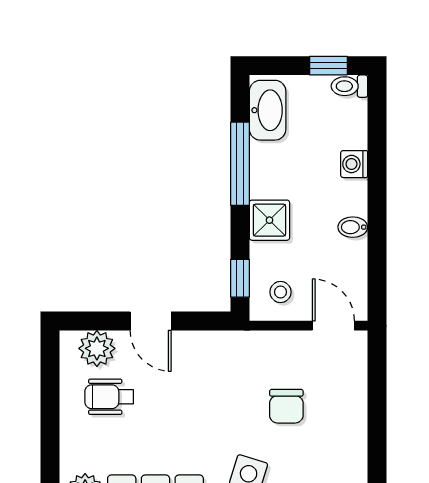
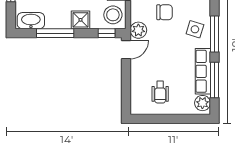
stool: (280, 292) -> (113, 15), width x1.89, depth x1.89
door: (151, 321) -> (126, 50), moved
plant: (97, 348) -> (138, 30), moved

